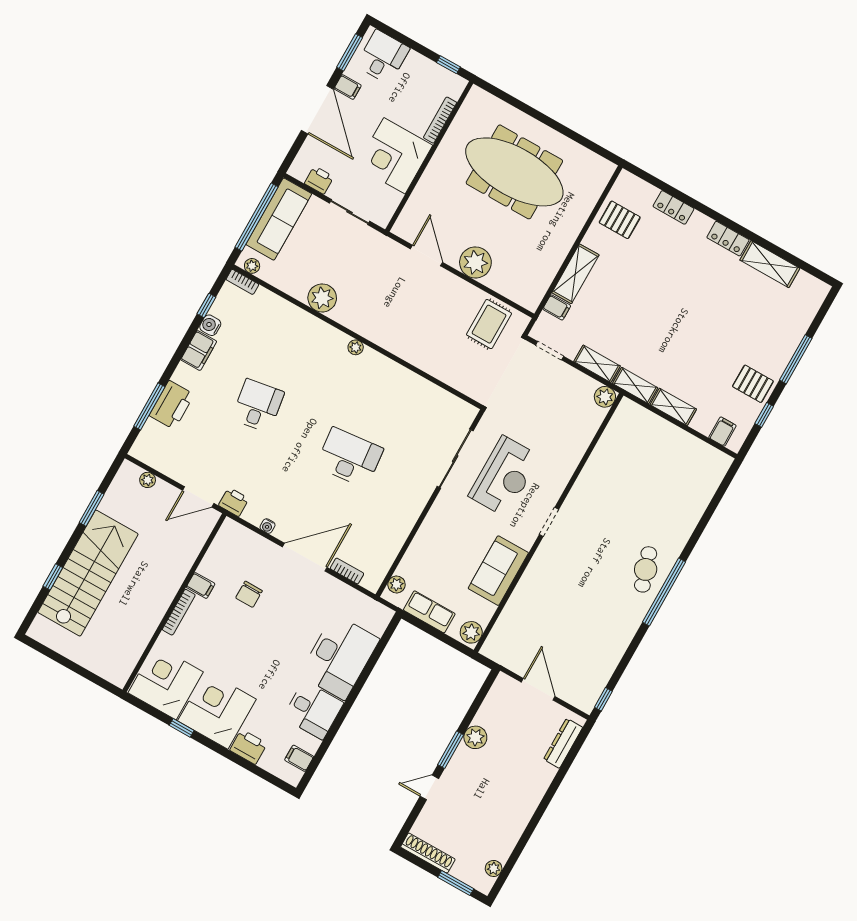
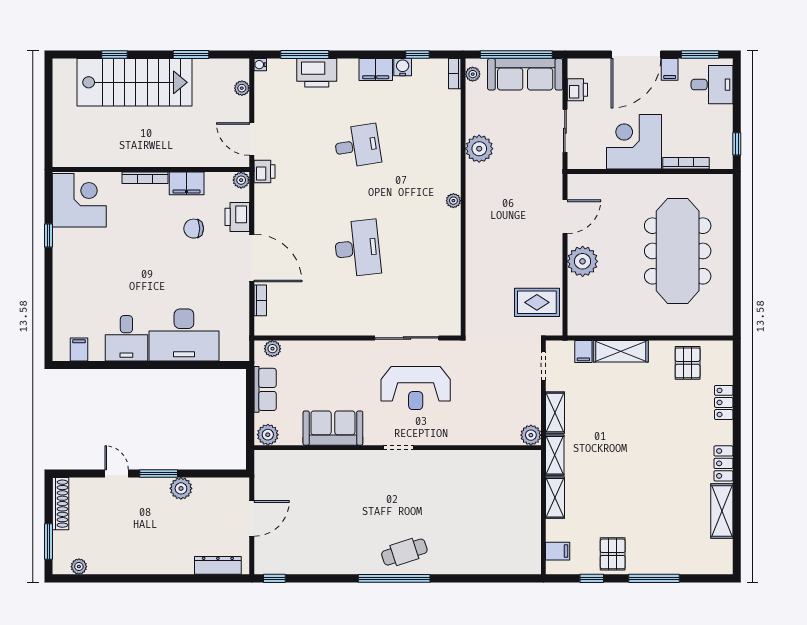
water cooler: (268, 526) -> (260, 65), moved
plant: (230, 527) -> (241, 180), added
filing cabinet: (201, 585) -> (187, 183), width x2.00
corner desk: (217, 710) -> (81, 257), removed
printer: (248, 747) -> (237, 217), moved, turned 180

